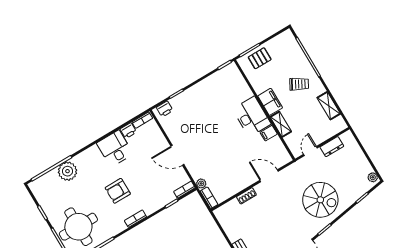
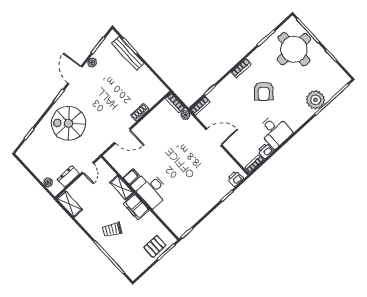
shelving: (329, 106) -> (69, 204), moved
plant: (373, 177) -> (48, 182), moved
armchair: (118, 191) -> (264, 91), turned 132

